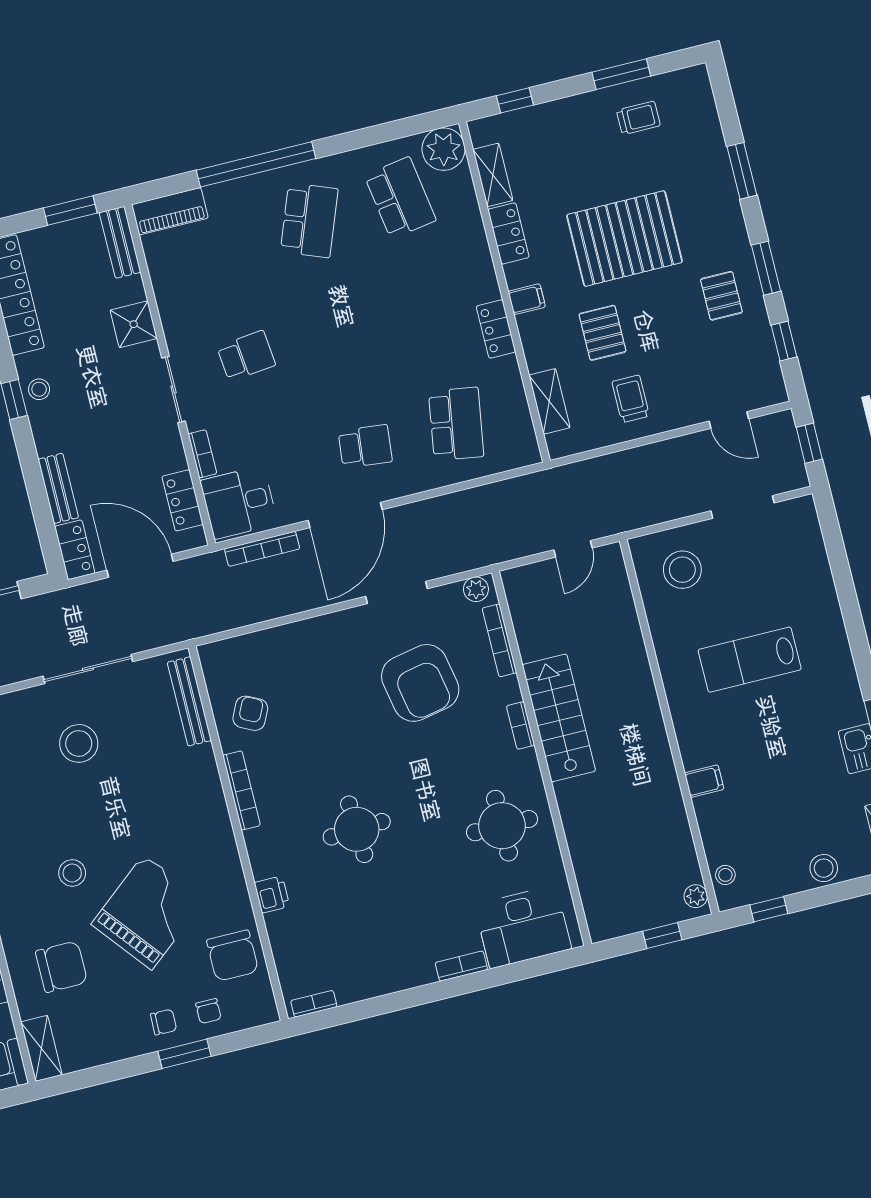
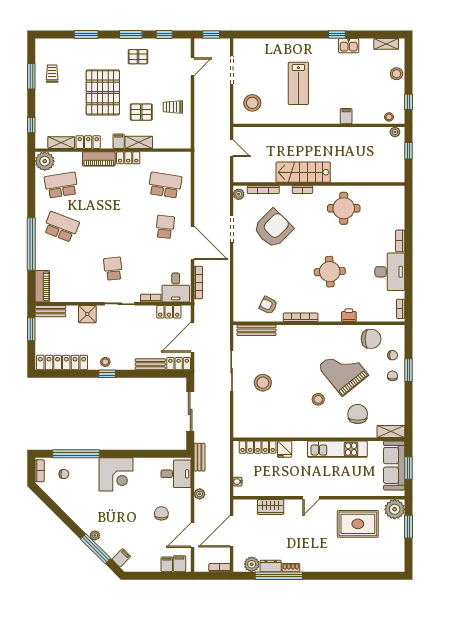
piano: (478, 266) -> (99, 159), added
shelving: (549, 401) -> (139, 142), moved
armchair: (420, 683) -> (273, 228), turned -34
desk: (523, 927) -> (390, 272), moved

